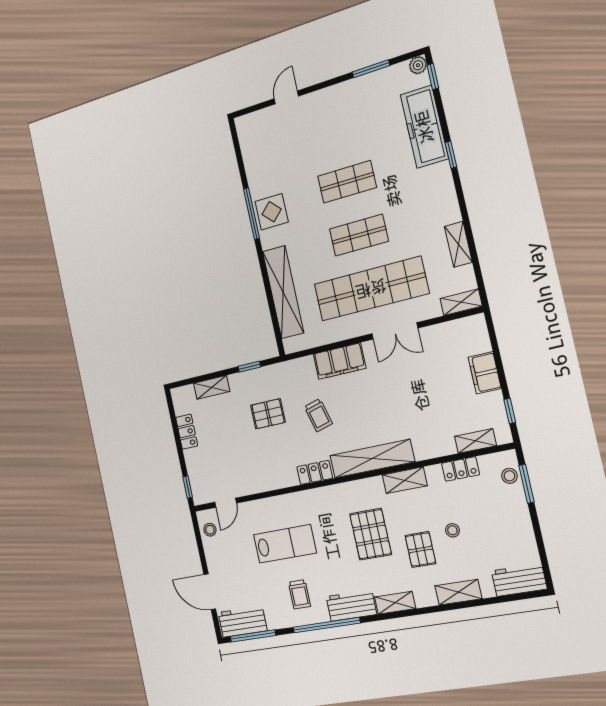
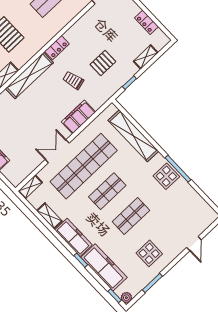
display table: (352, 114) -> (149, 253), added
freezer: (442, 194) -> (74, 237), added

